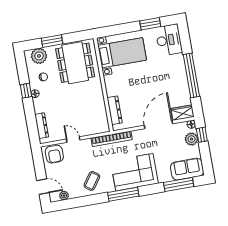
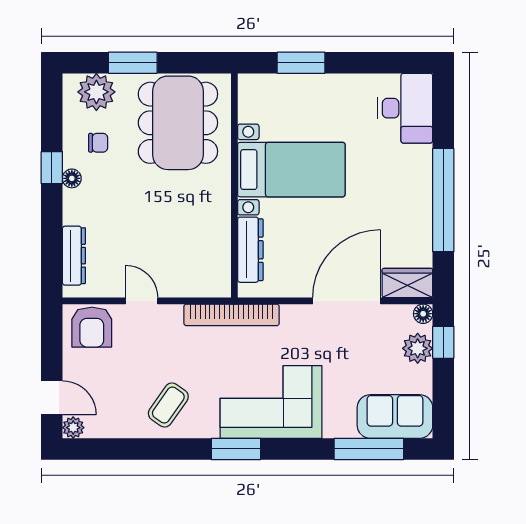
window: (150, 24) -> (301, 63), moved
bed with nightstands: (122, 53) -> (291, 170), moved
window: (123, 194) -> (236, 449), width x0.69
plant: (64, 196) -> (73, 428), moved

